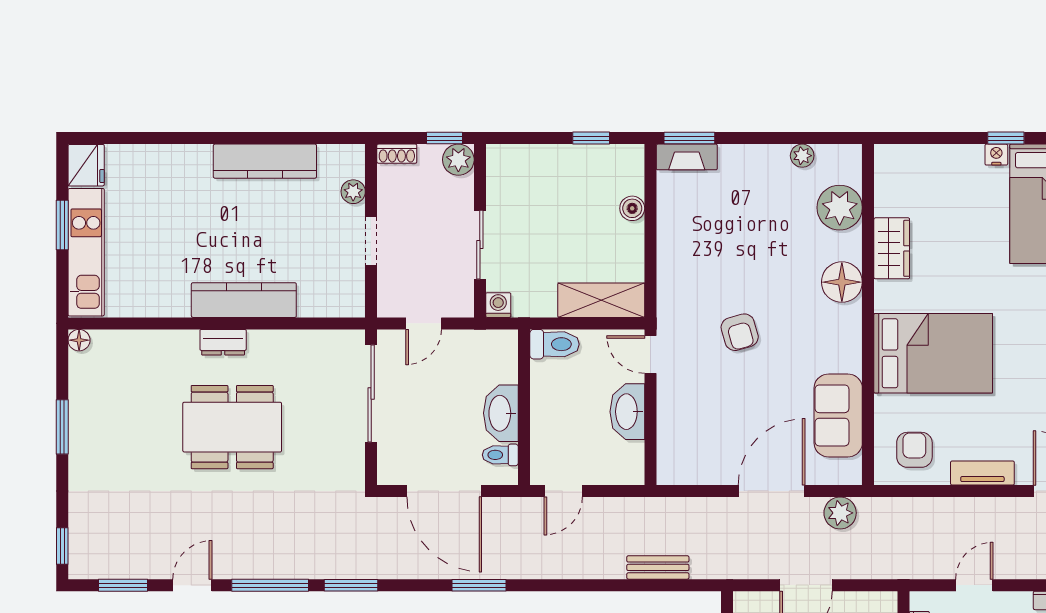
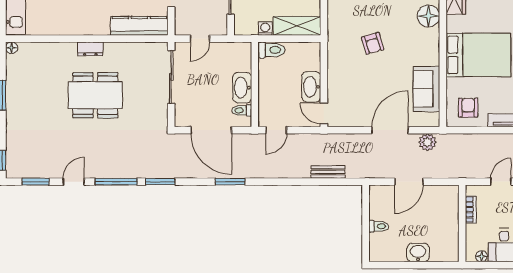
kitchen counter: (244, 300) -> (139, 26), moved
washing machine: (498, 305) -> (265, 29), moved
door: (650, 355) -> (324, 113), moved

